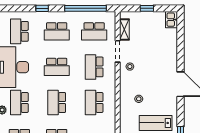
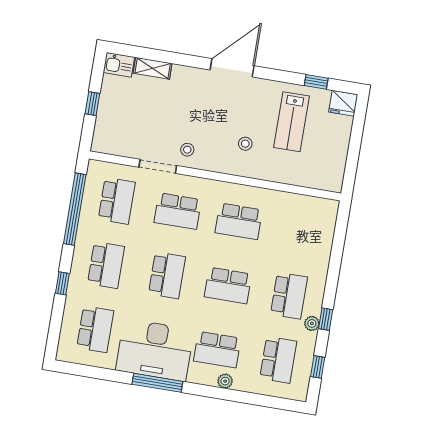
shelving: (124, 30) -> (153, 68), moved
school desk: (19, 31) -> (95, 329), turned -90

